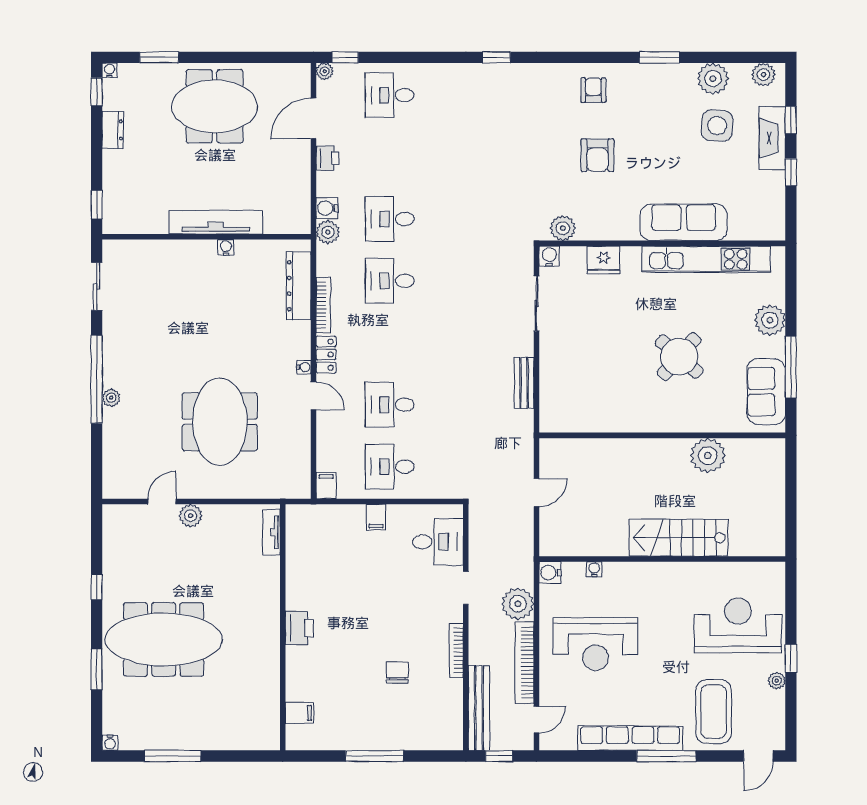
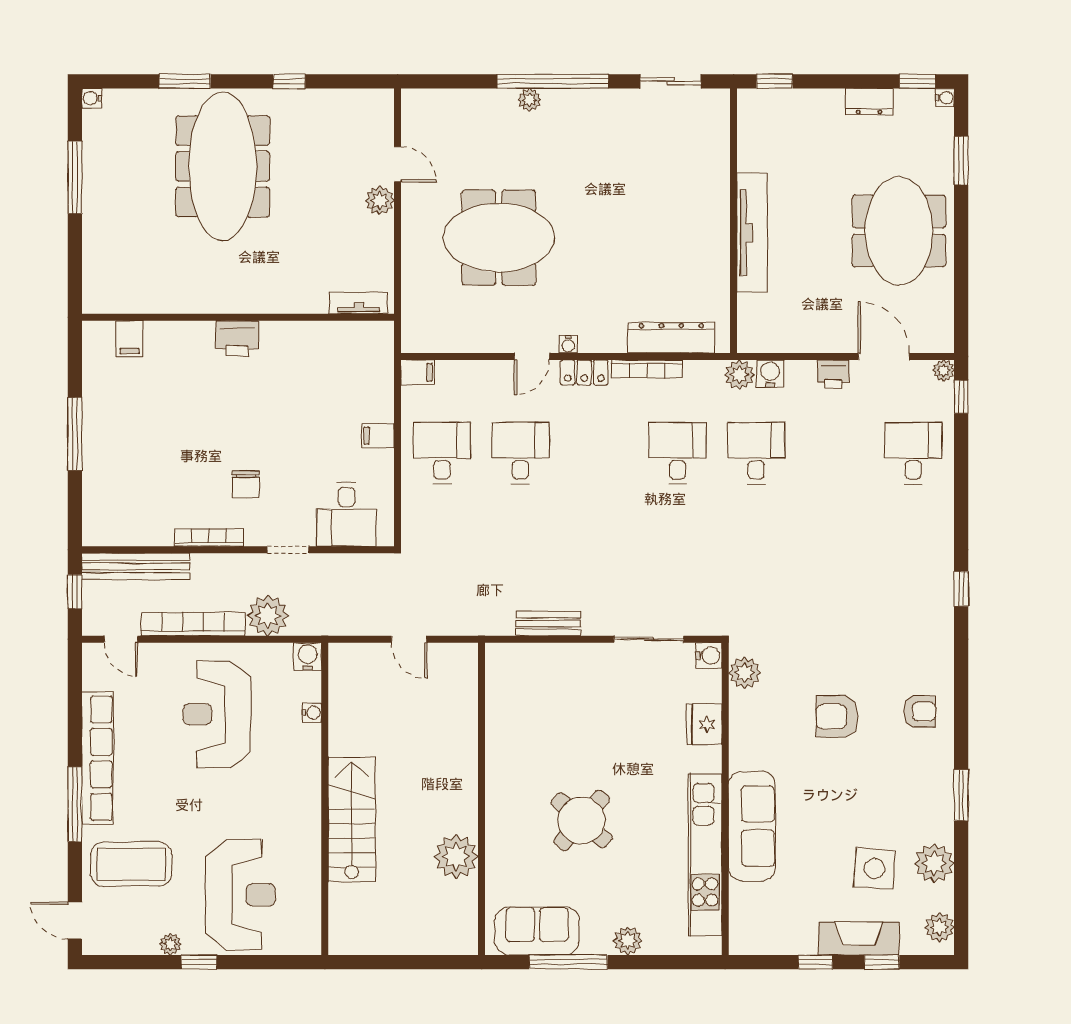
water cooler: (226, 247) -> (720, 245), removed
plant: (770, 320) -> (628, 941), width x0.73, depth x0.73
chair: (397, 672) -> (246, 484), moved, turned 90

